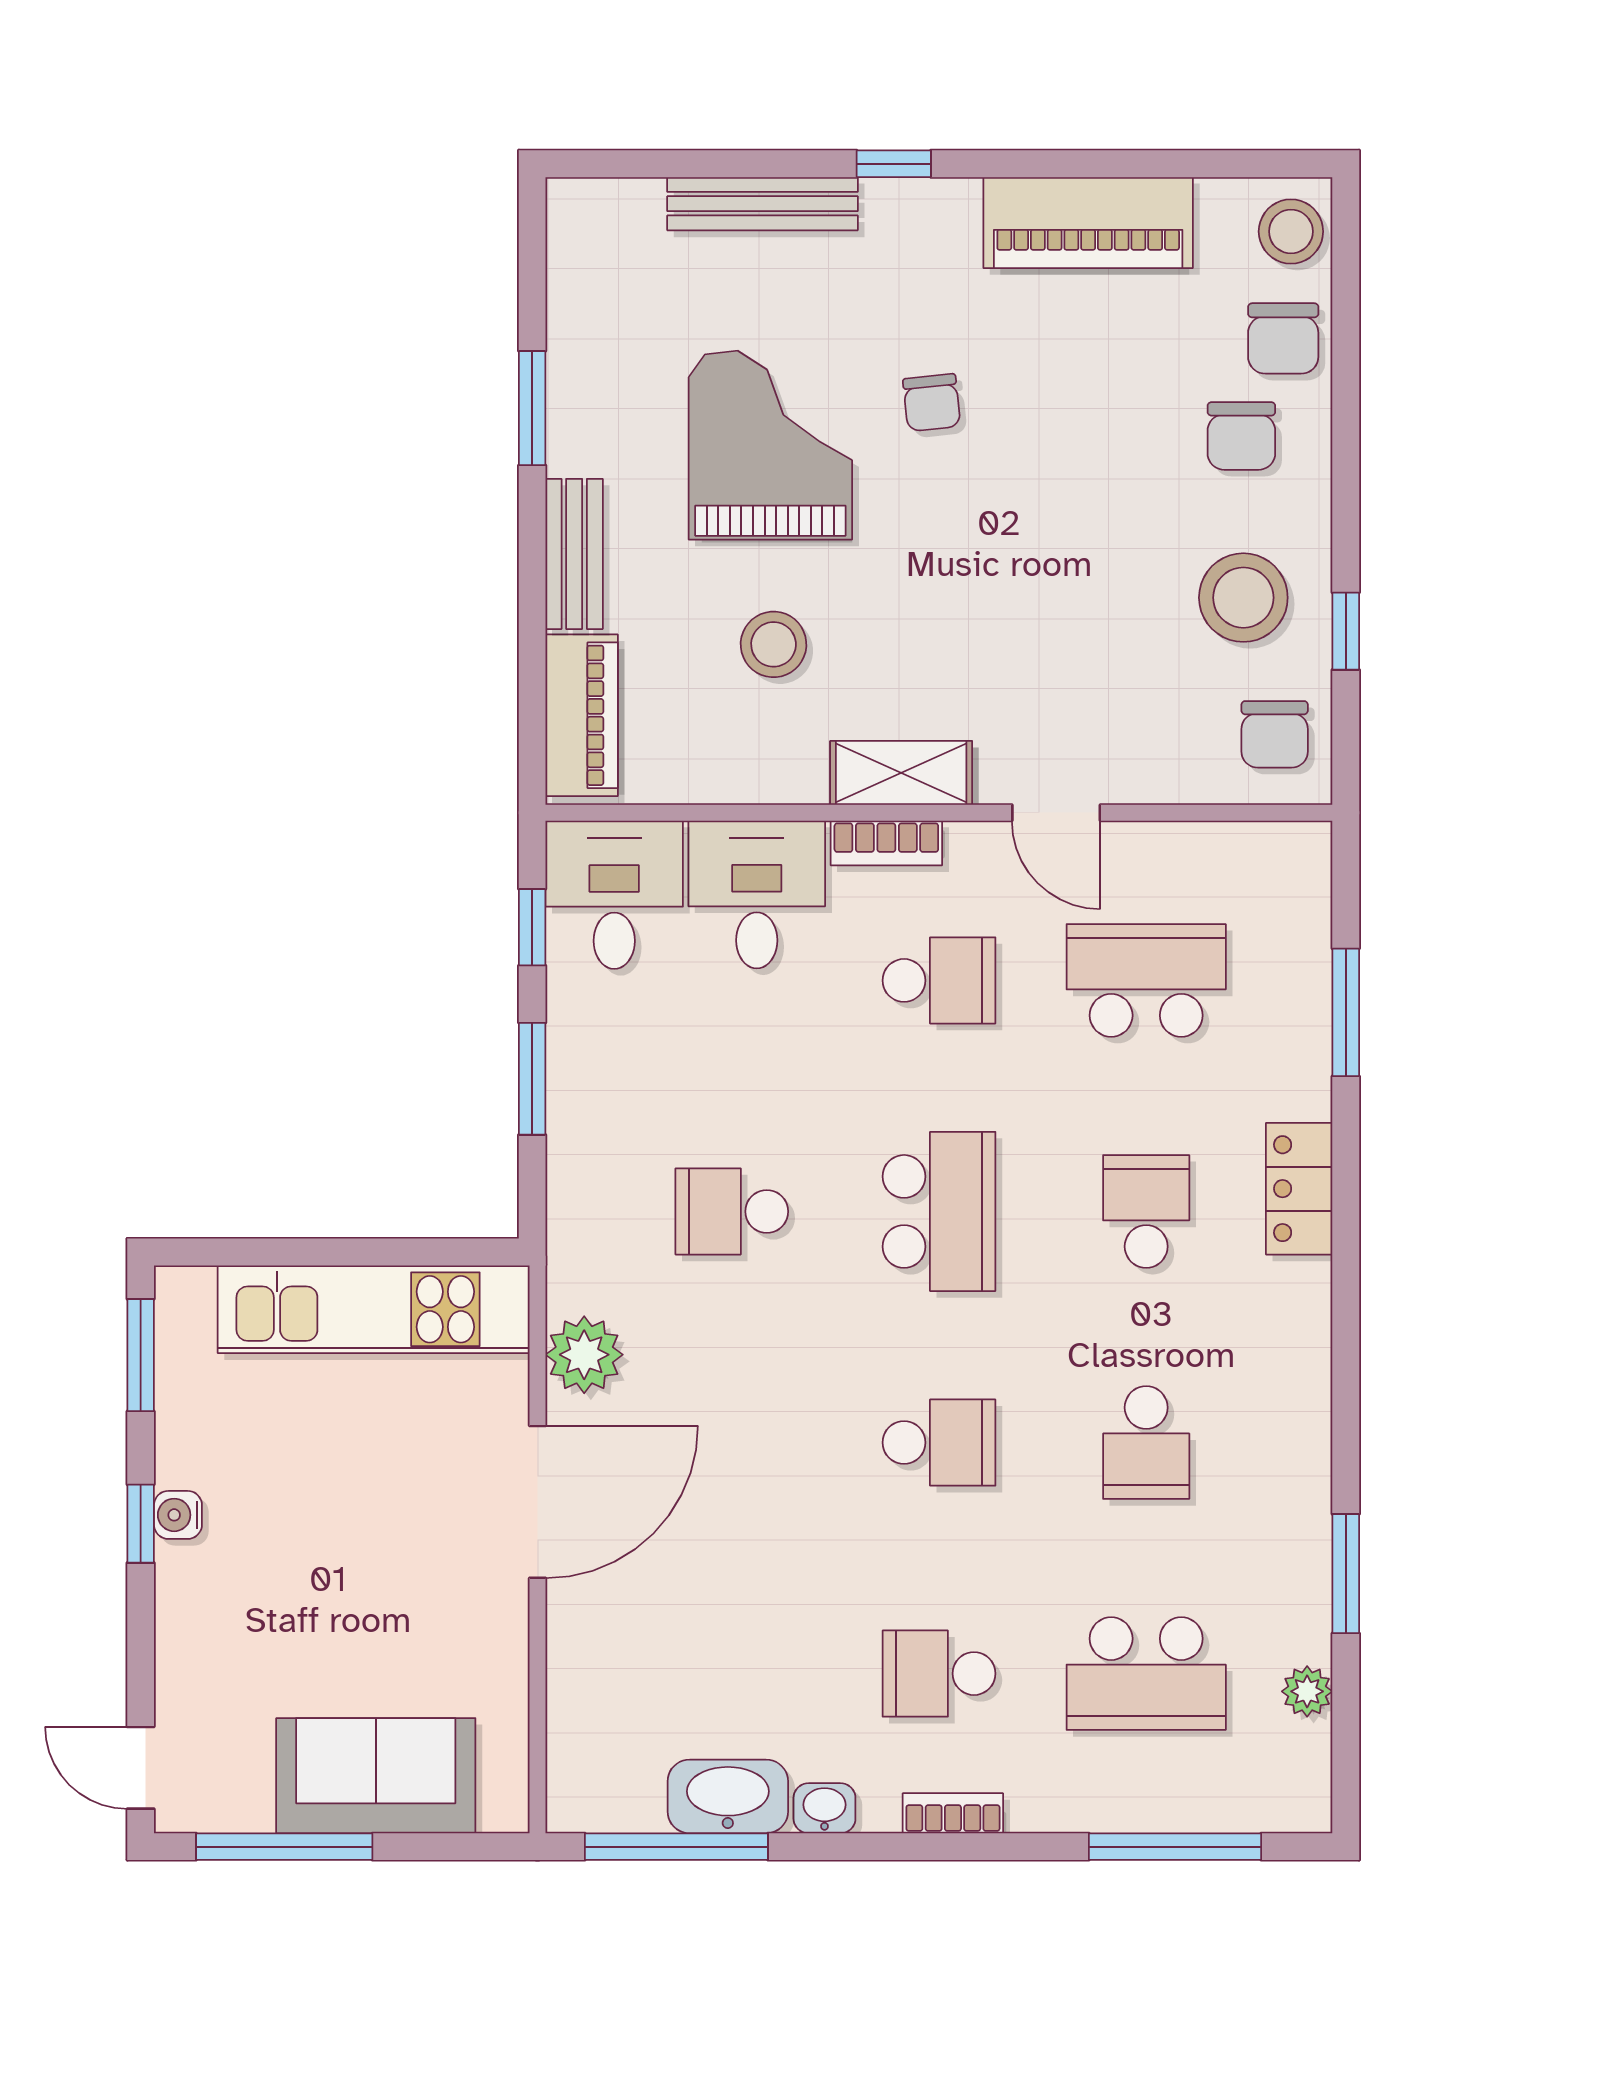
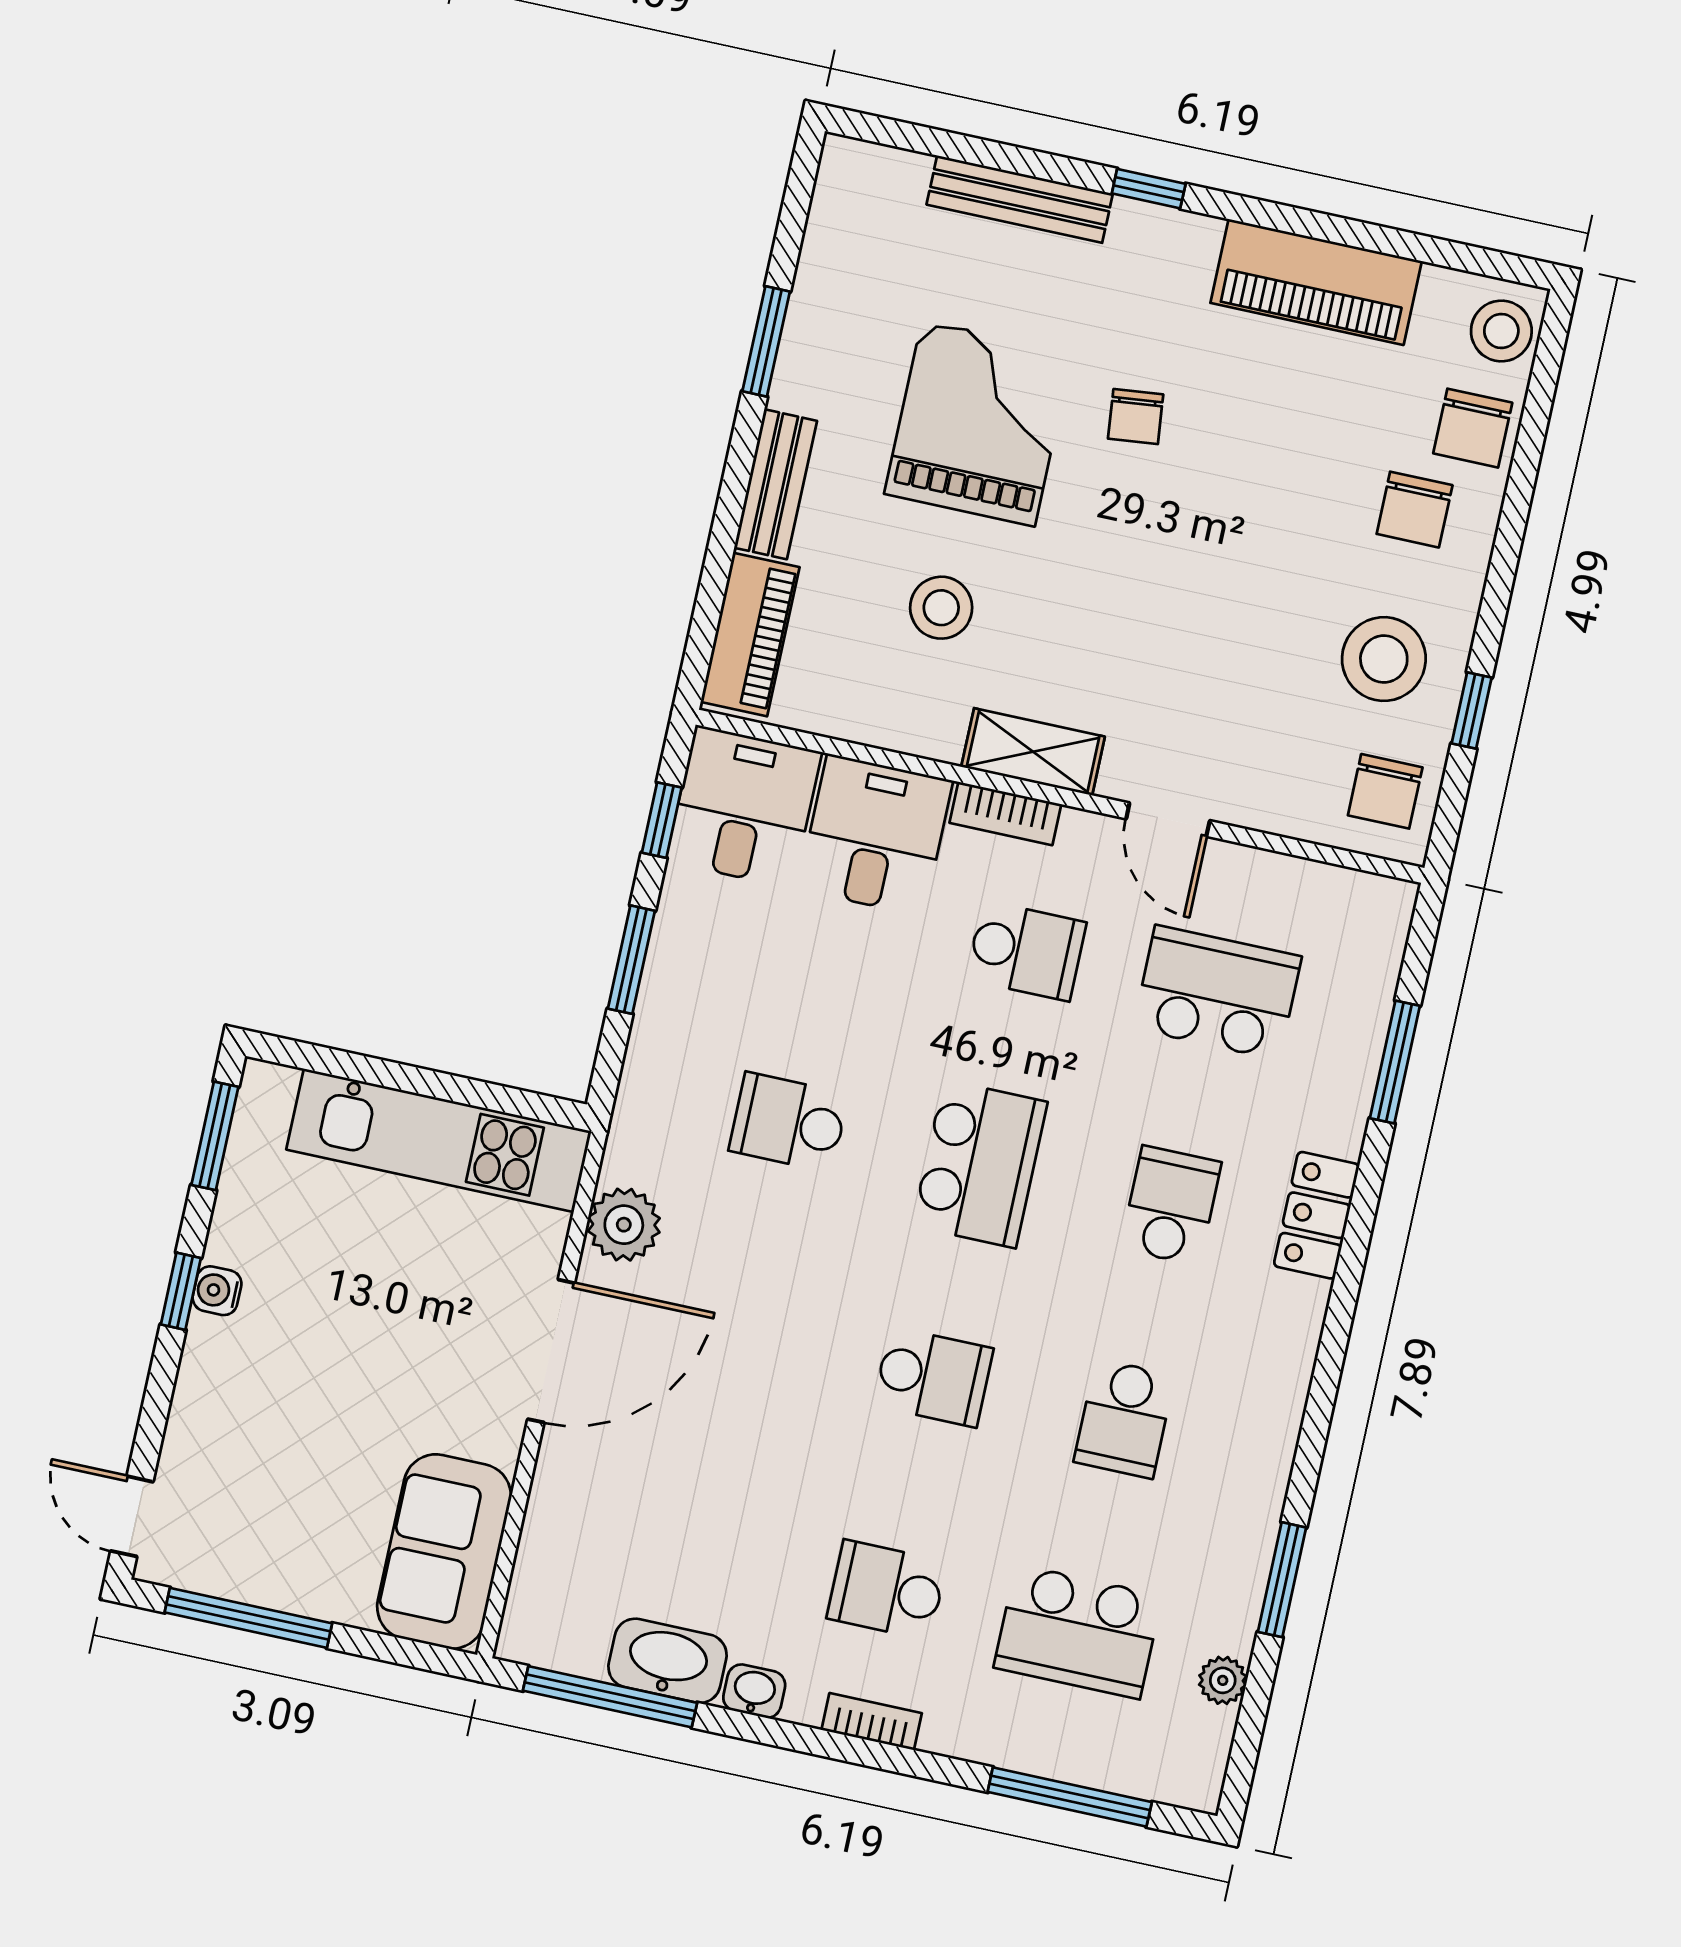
sofa: (376, 1776) -> (444, 1552), moved, turned -90

